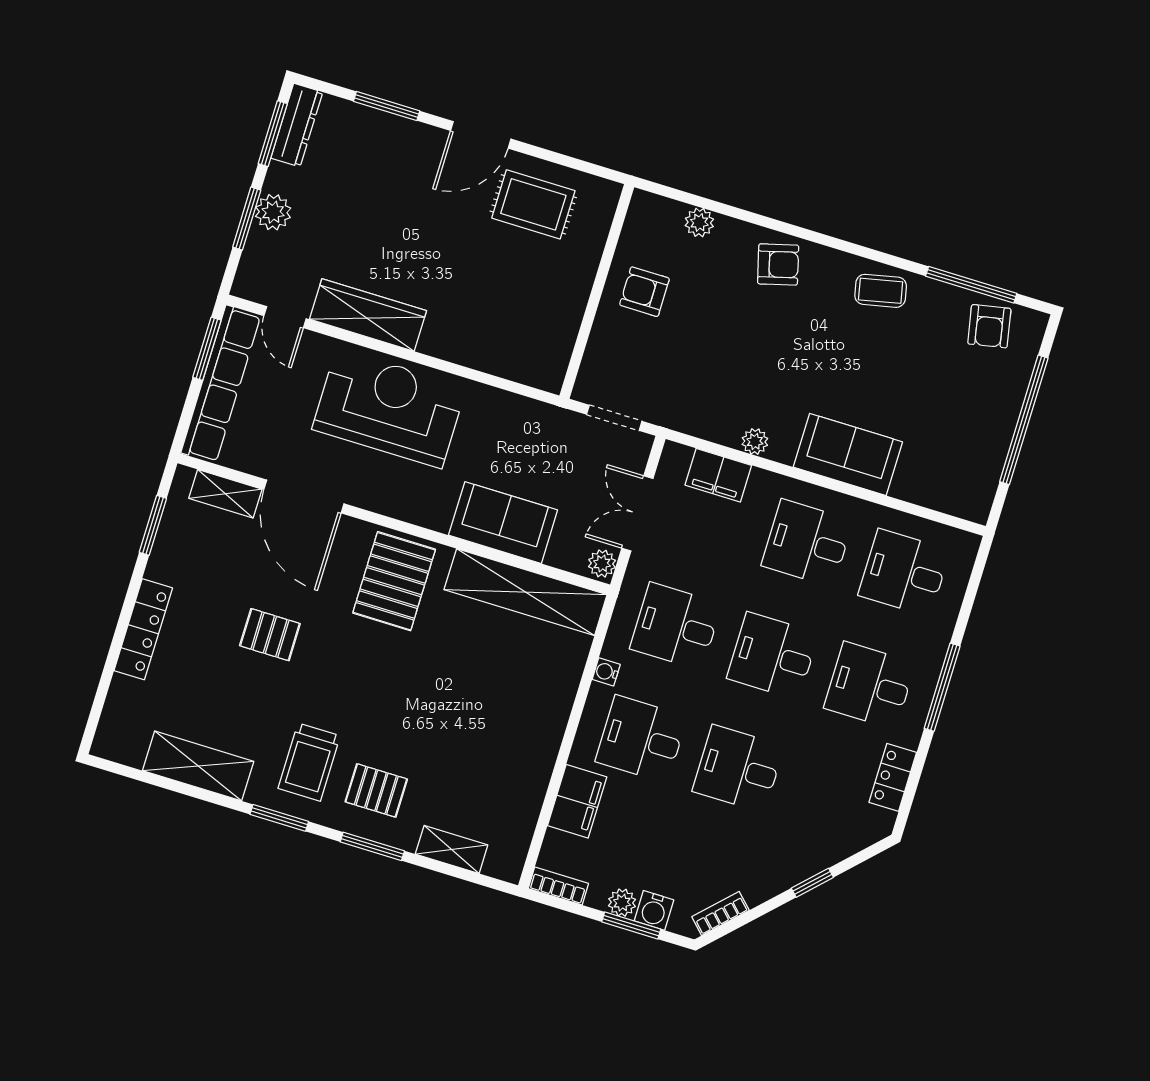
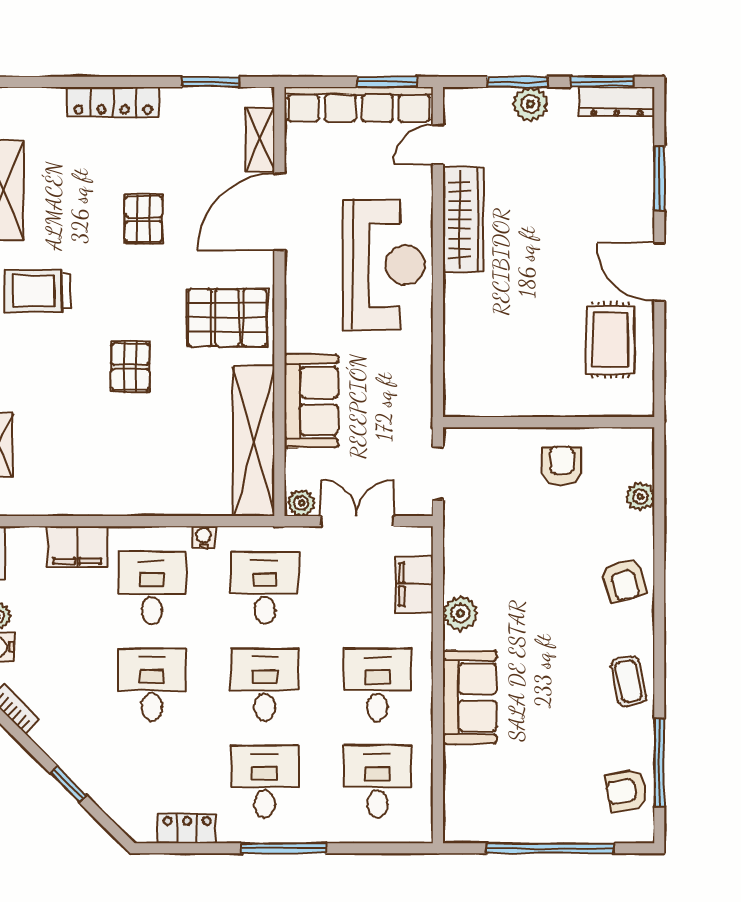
plant: (755, 441) -> (460, 613), width x1.38, depth x1.38
pallet: (376, 790) -> (130, 367), moved

